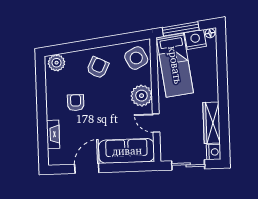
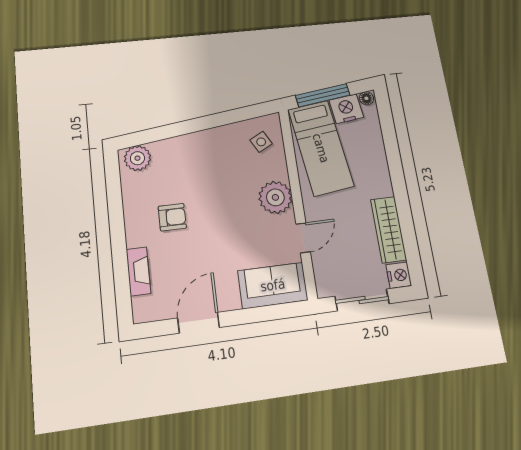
side table: (136, 58) -> (261, 142), width x0.54, depth x0.54
armchair: (98, 68) -> (203, 161), removed
armchair: (76, 103) -> (172, 217), turned 90
door: (156, 123) -> (303, 238), swing flipped
sofa: (127, 151) -> (273, 285), width x0.73

